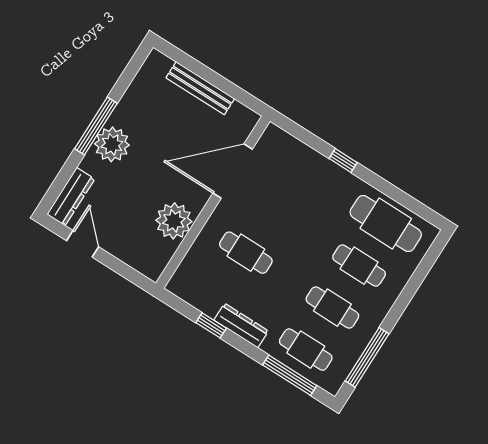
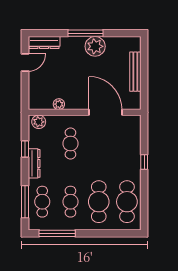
plant: (112, 144) -> (95, 46), moved
plant: (174, 221) -> (59, 104), width x0.53, depth x0.53
cafe table: (359, 266) -> (99, 202), width x1.37, depth x1.35
plant: (184, 279) -> (39, 122), added

